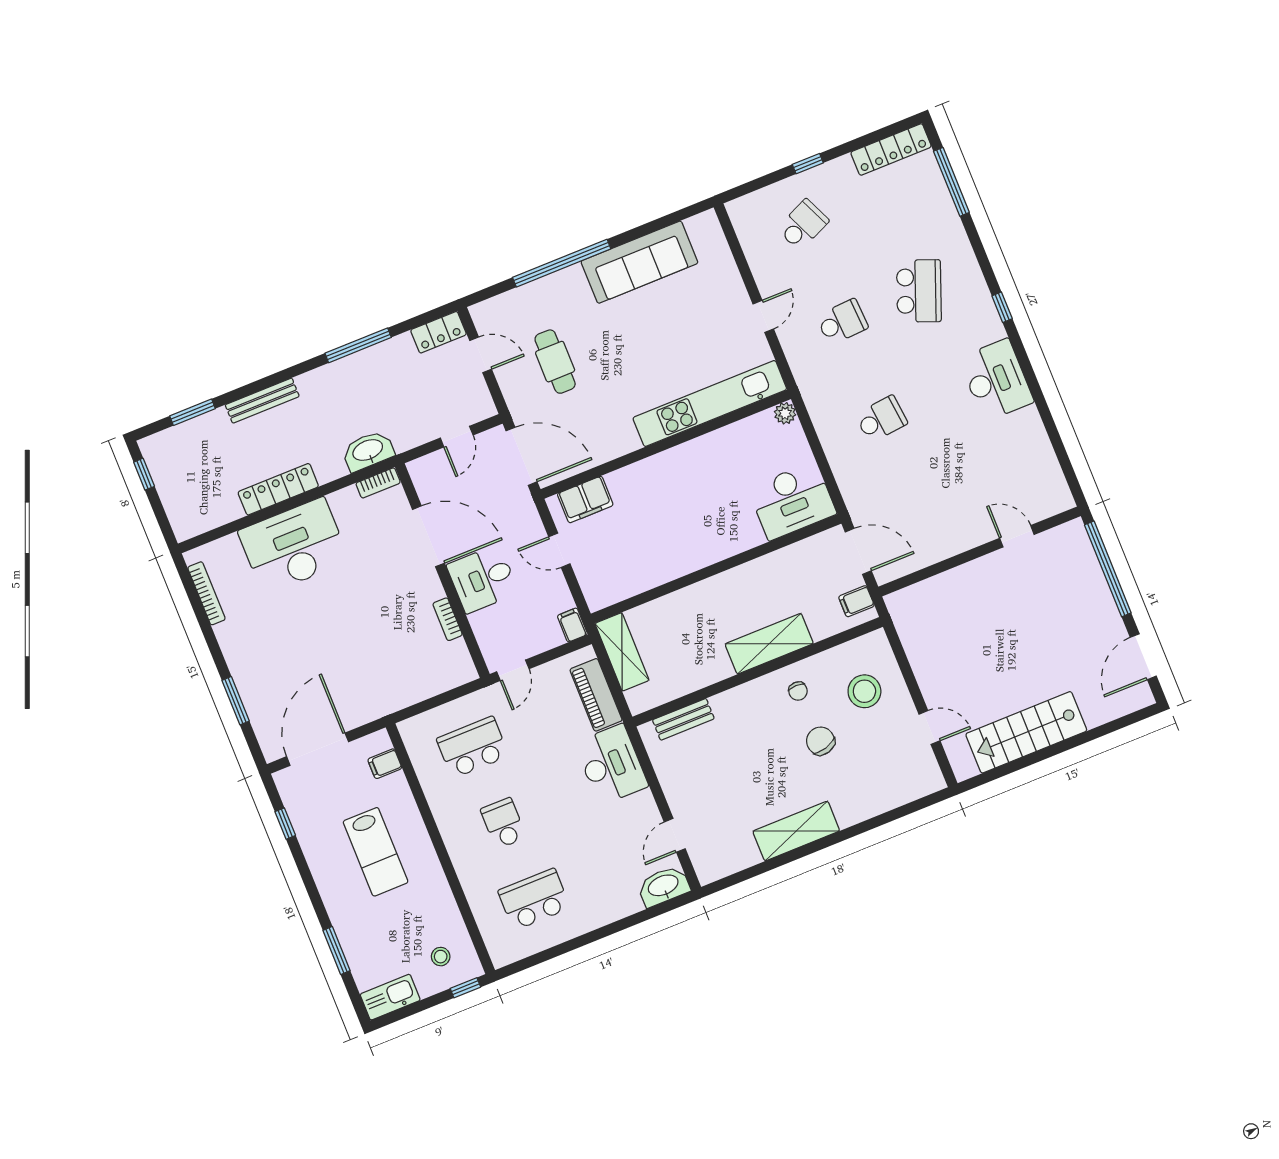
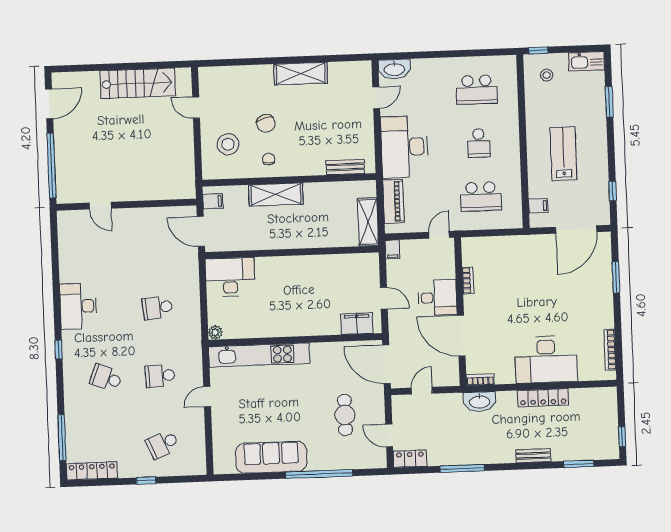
school desk: (919, 291) -> (106, 378), width x0.54
bench: (262, 401) -> (533, 456), width x0.73
desk: (611, 765) -> (404, 147), width x1.36, depth x1.30

